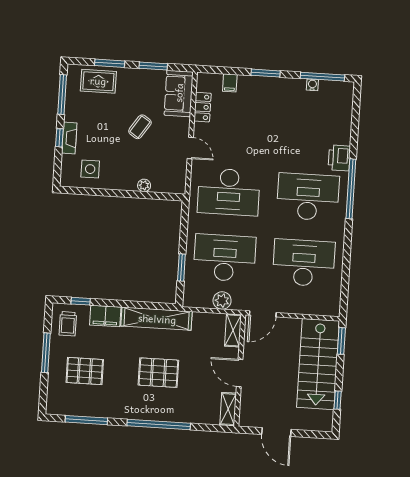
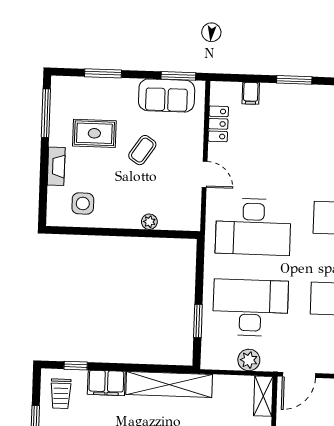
window: (153, 66) -> (178, 76), moved
rug: (98, 81) -> (94, 133), moved
sofa: (179, 93) -> (167, 95), moved, turned -90
window: (59, 138) -> (44, 166), removed

